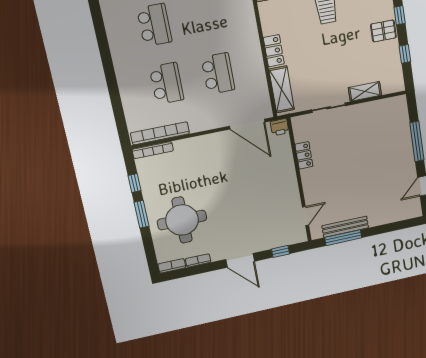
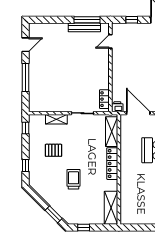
pallet: (383, 31) -> (54, 150), moved
locker: (274, 51) -> (112, 164), width x1.53
window: (405, 54) -> (26, 128), moved
locker: (304, 155) -> (104, 99), moved

